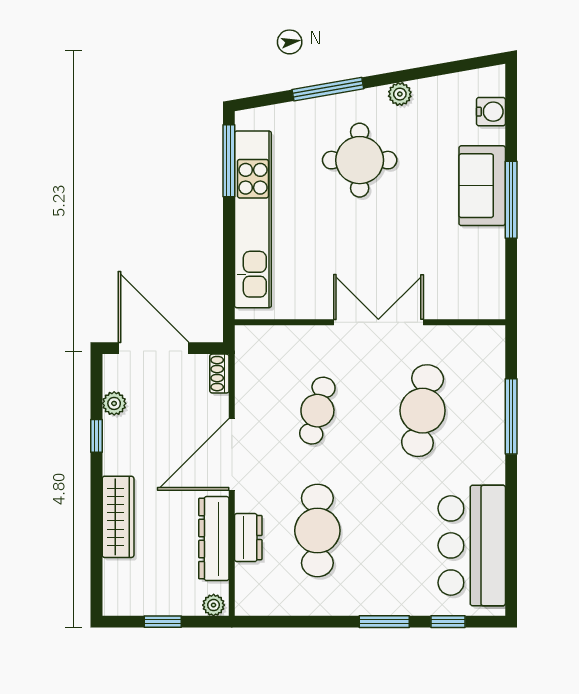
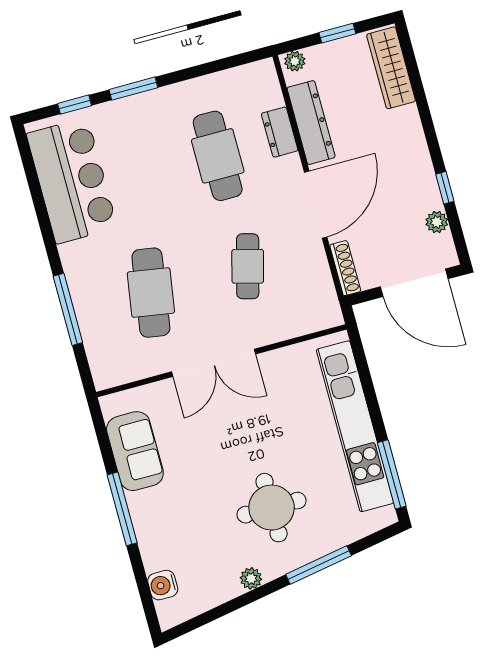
sofa: (482, 186) -> (135, 451), moved
shoe rack: (219, 374) -> (345, 268), width x1.43
wardrobe: (118, 517) -> (391, 68), moved

